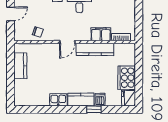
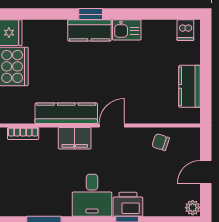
filing cabinet: (101, 34) -> (75, 138), moved
dishwasher: (100, 100) -> (185, 30), moved
window: (94, 109) -> (91, 14), moved

